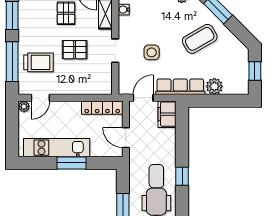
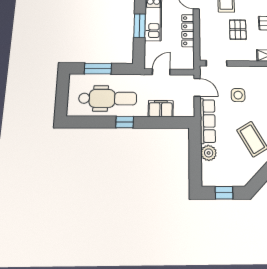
doorway: (115, 51) -> (217, 63), moved
locker: (102, 108) -> (188, 31), moved
filing cabinet: (167, 114) -> (161, 109), moved

